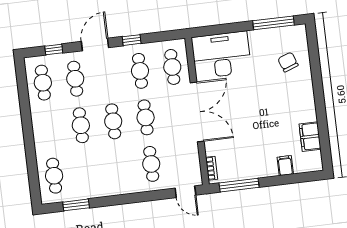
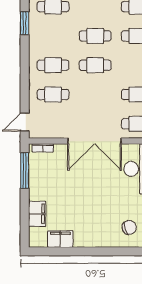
cafe table: (146, 117) -> (53, 65), moved
filing cabinet: (285, 166) -> (37, 214), width x2.00

